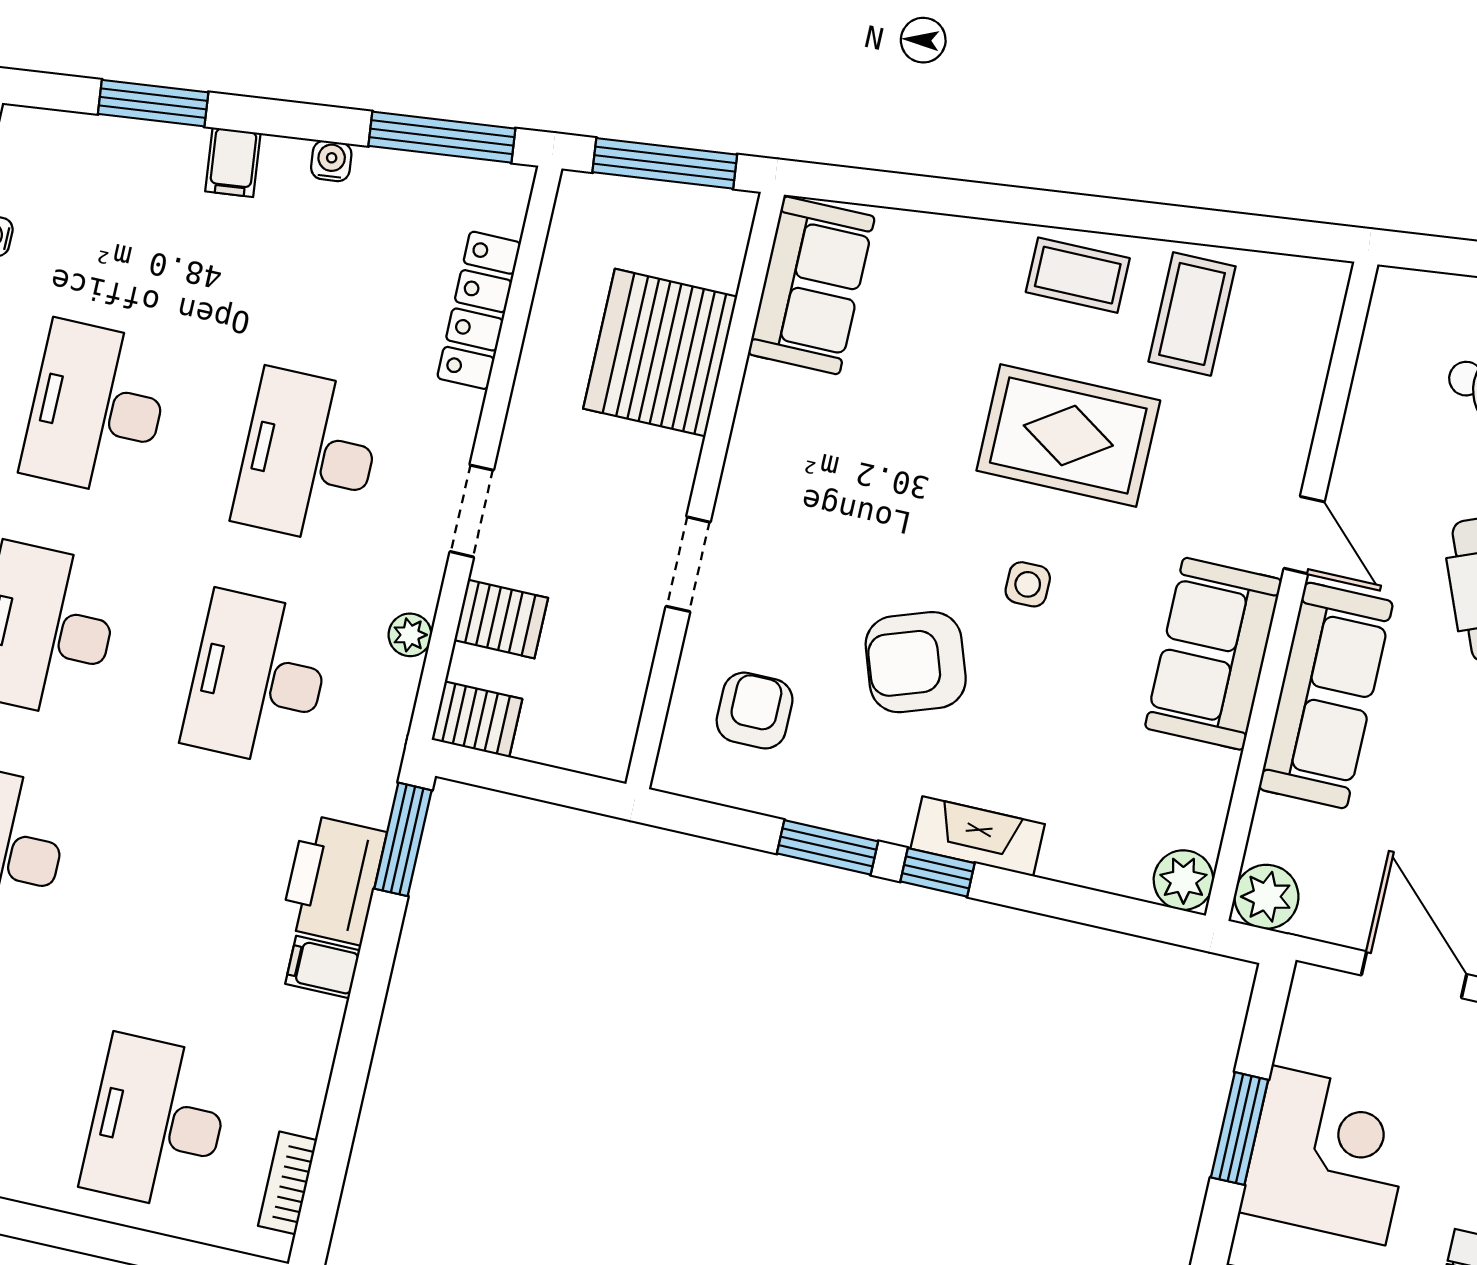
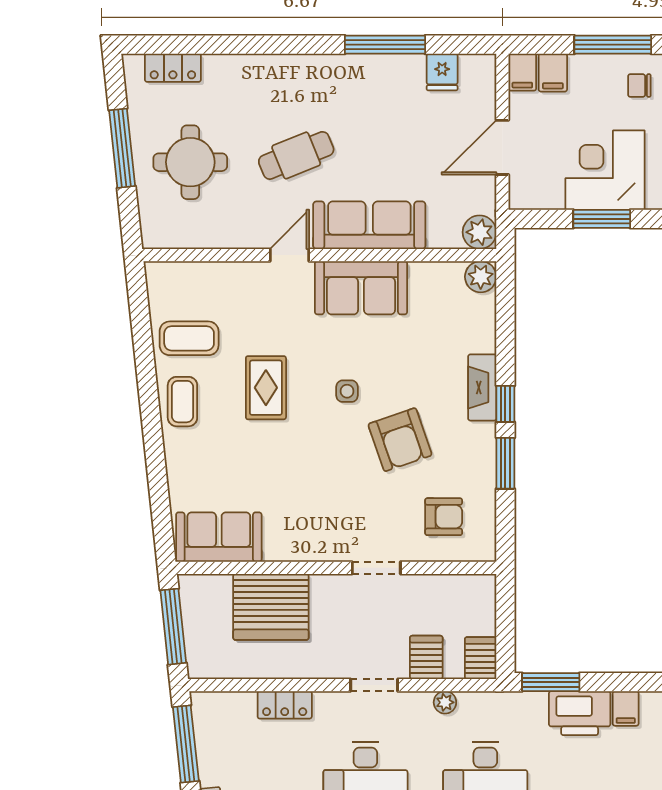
locker: (479, 310) -> (285, 705), width x0.66
rug: (1068, 436) -> (266, 388), width x0.73, depth x0.70
armchair: (755, 711) -> (444, 517), turned 180

